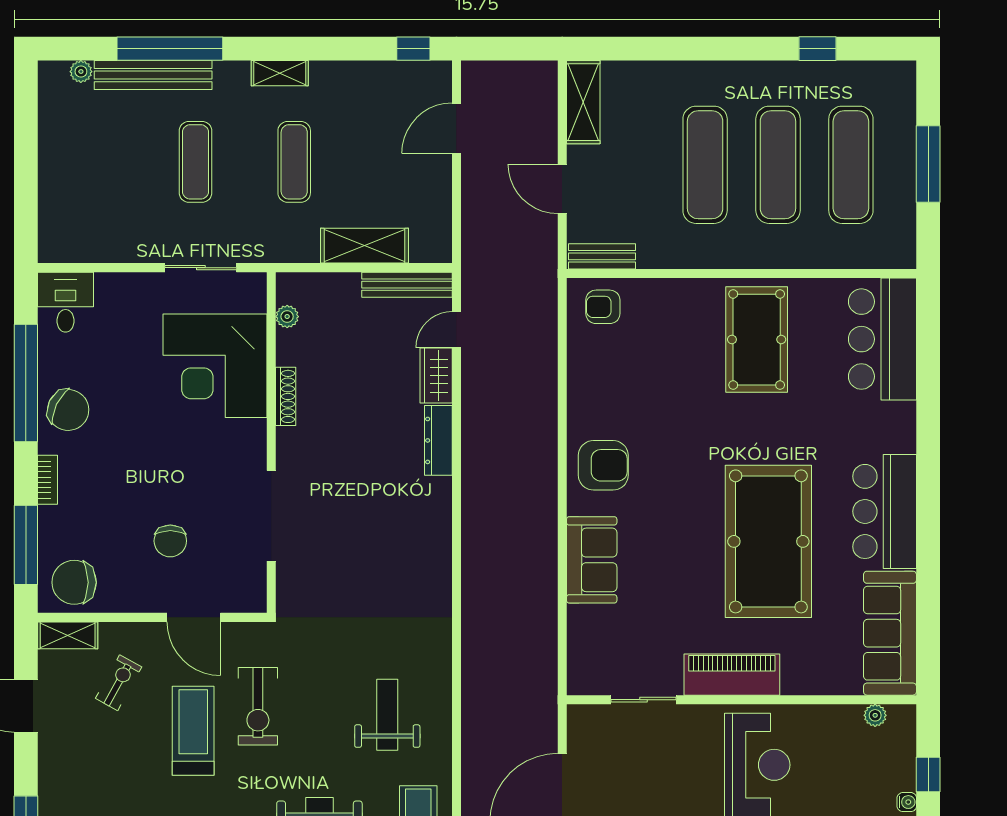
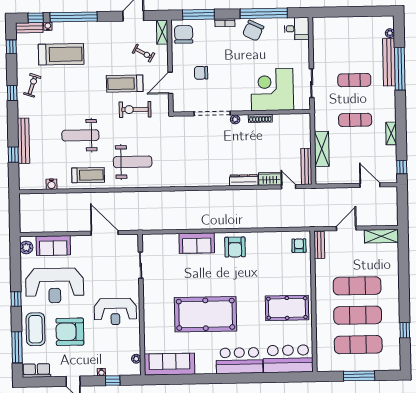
shelving: (280, 73) -> (391, 133), moved
plant: (287, 317) -> (235, 119), moved
bar counter: (885, 511) -> (239, 361), moved
piano: (732, 675) -> (152, 301), removed
weight bench: (387, 715) -> (133, 162), width x1.36, depth x1.33
treadmill: (193, 731) -> (125, 84), turned 180

